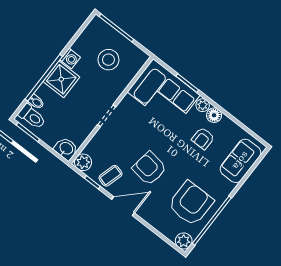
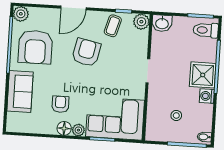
stool: (108, 60) -> (176, 115), width x0.53, depth x0.53
bidet: (36, 102) -> (204, 137), moved
sofa: (241, 161) -> (20, 91), moved
armchair: (149, 168) -> (86, 52), turned -86
door: (123, 206) -> (73, 8), moved

